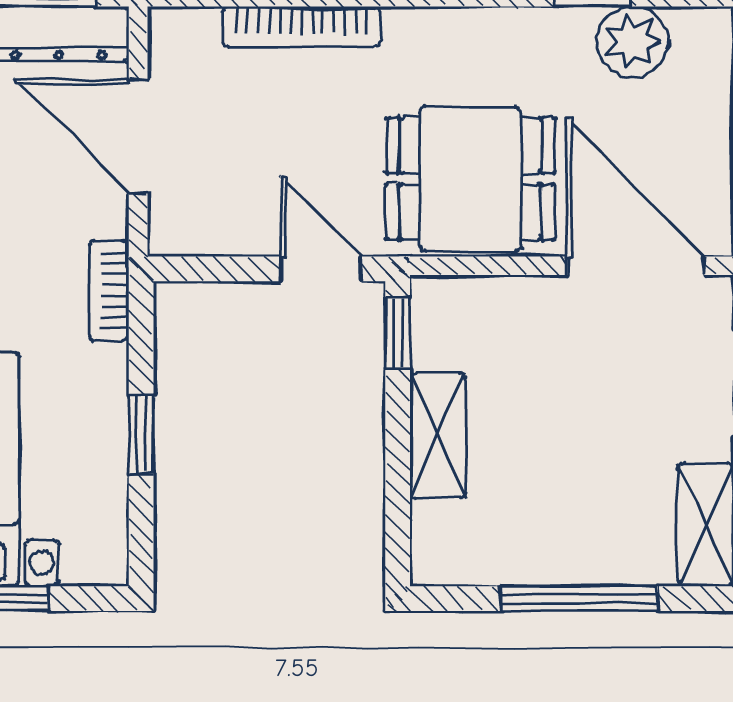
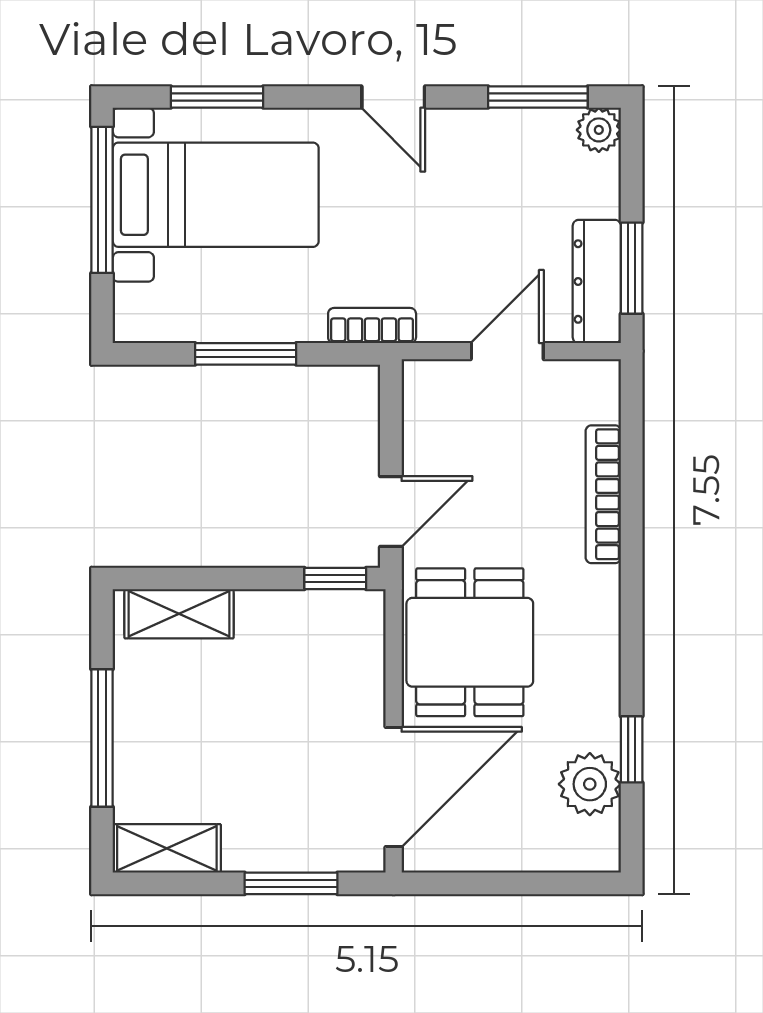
door: (138, 136) -> (507, 351), width x0.73
window: (141, 435) -> (246, 354), width x1.50
shelving: (438, 436) -> (179, 614), moved

